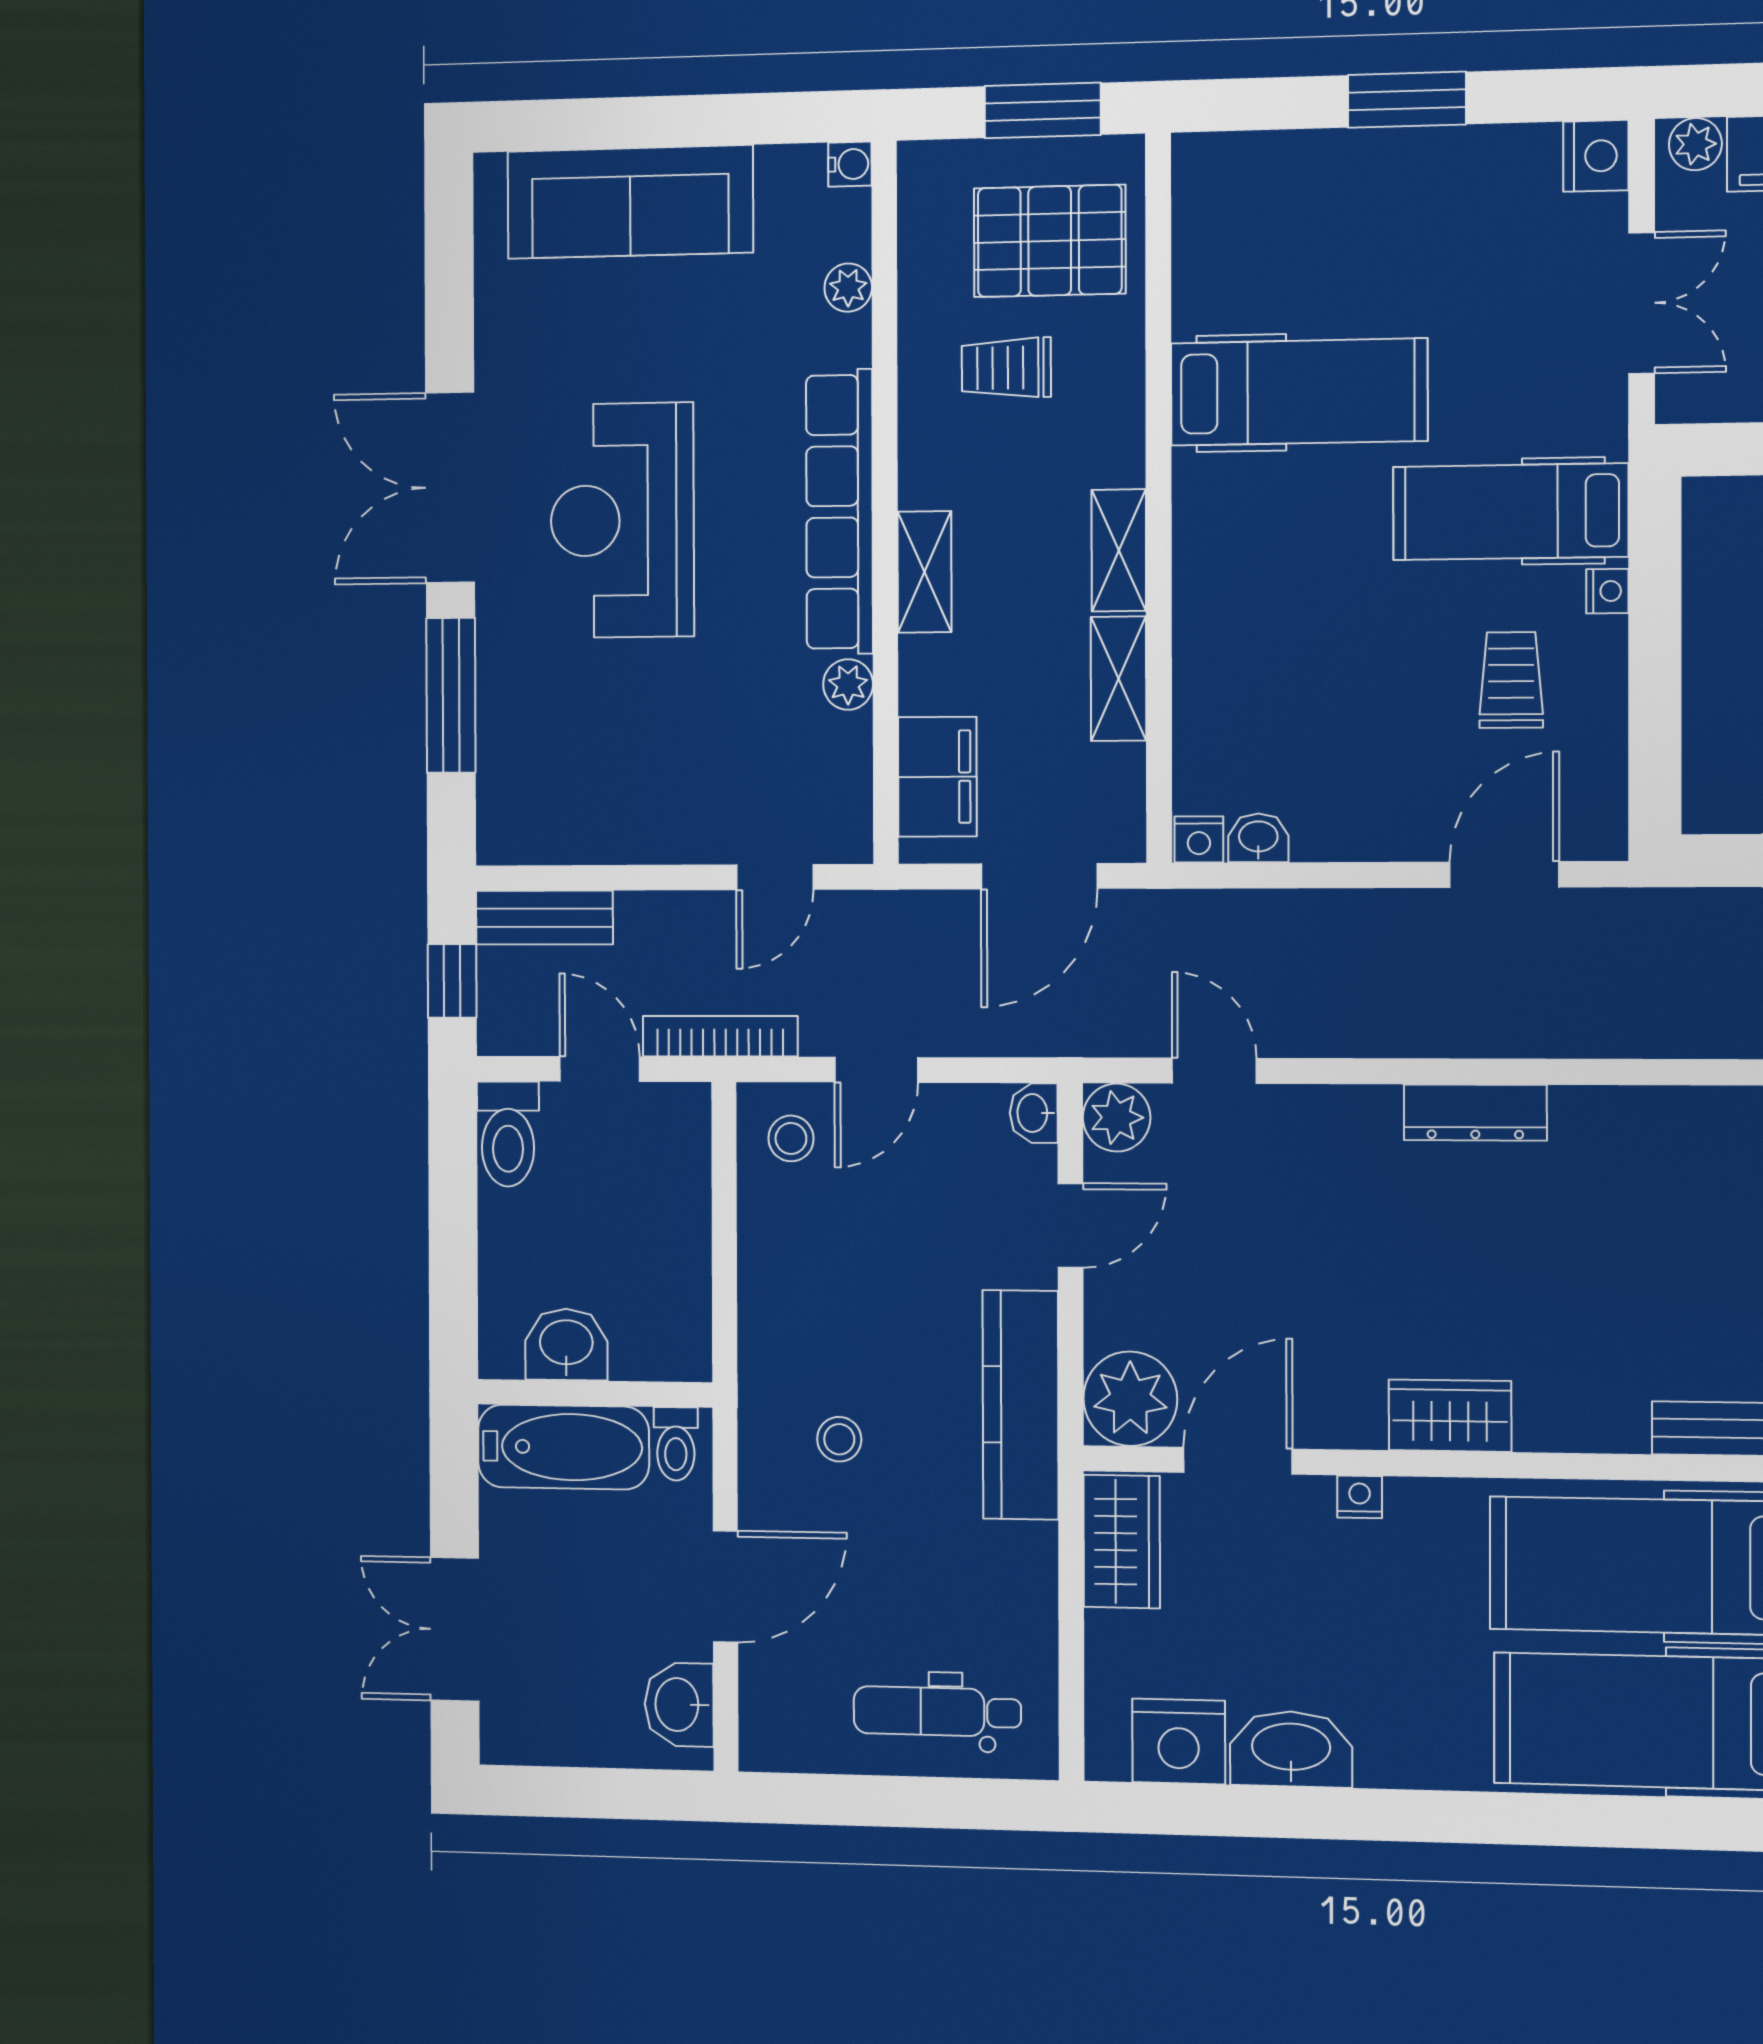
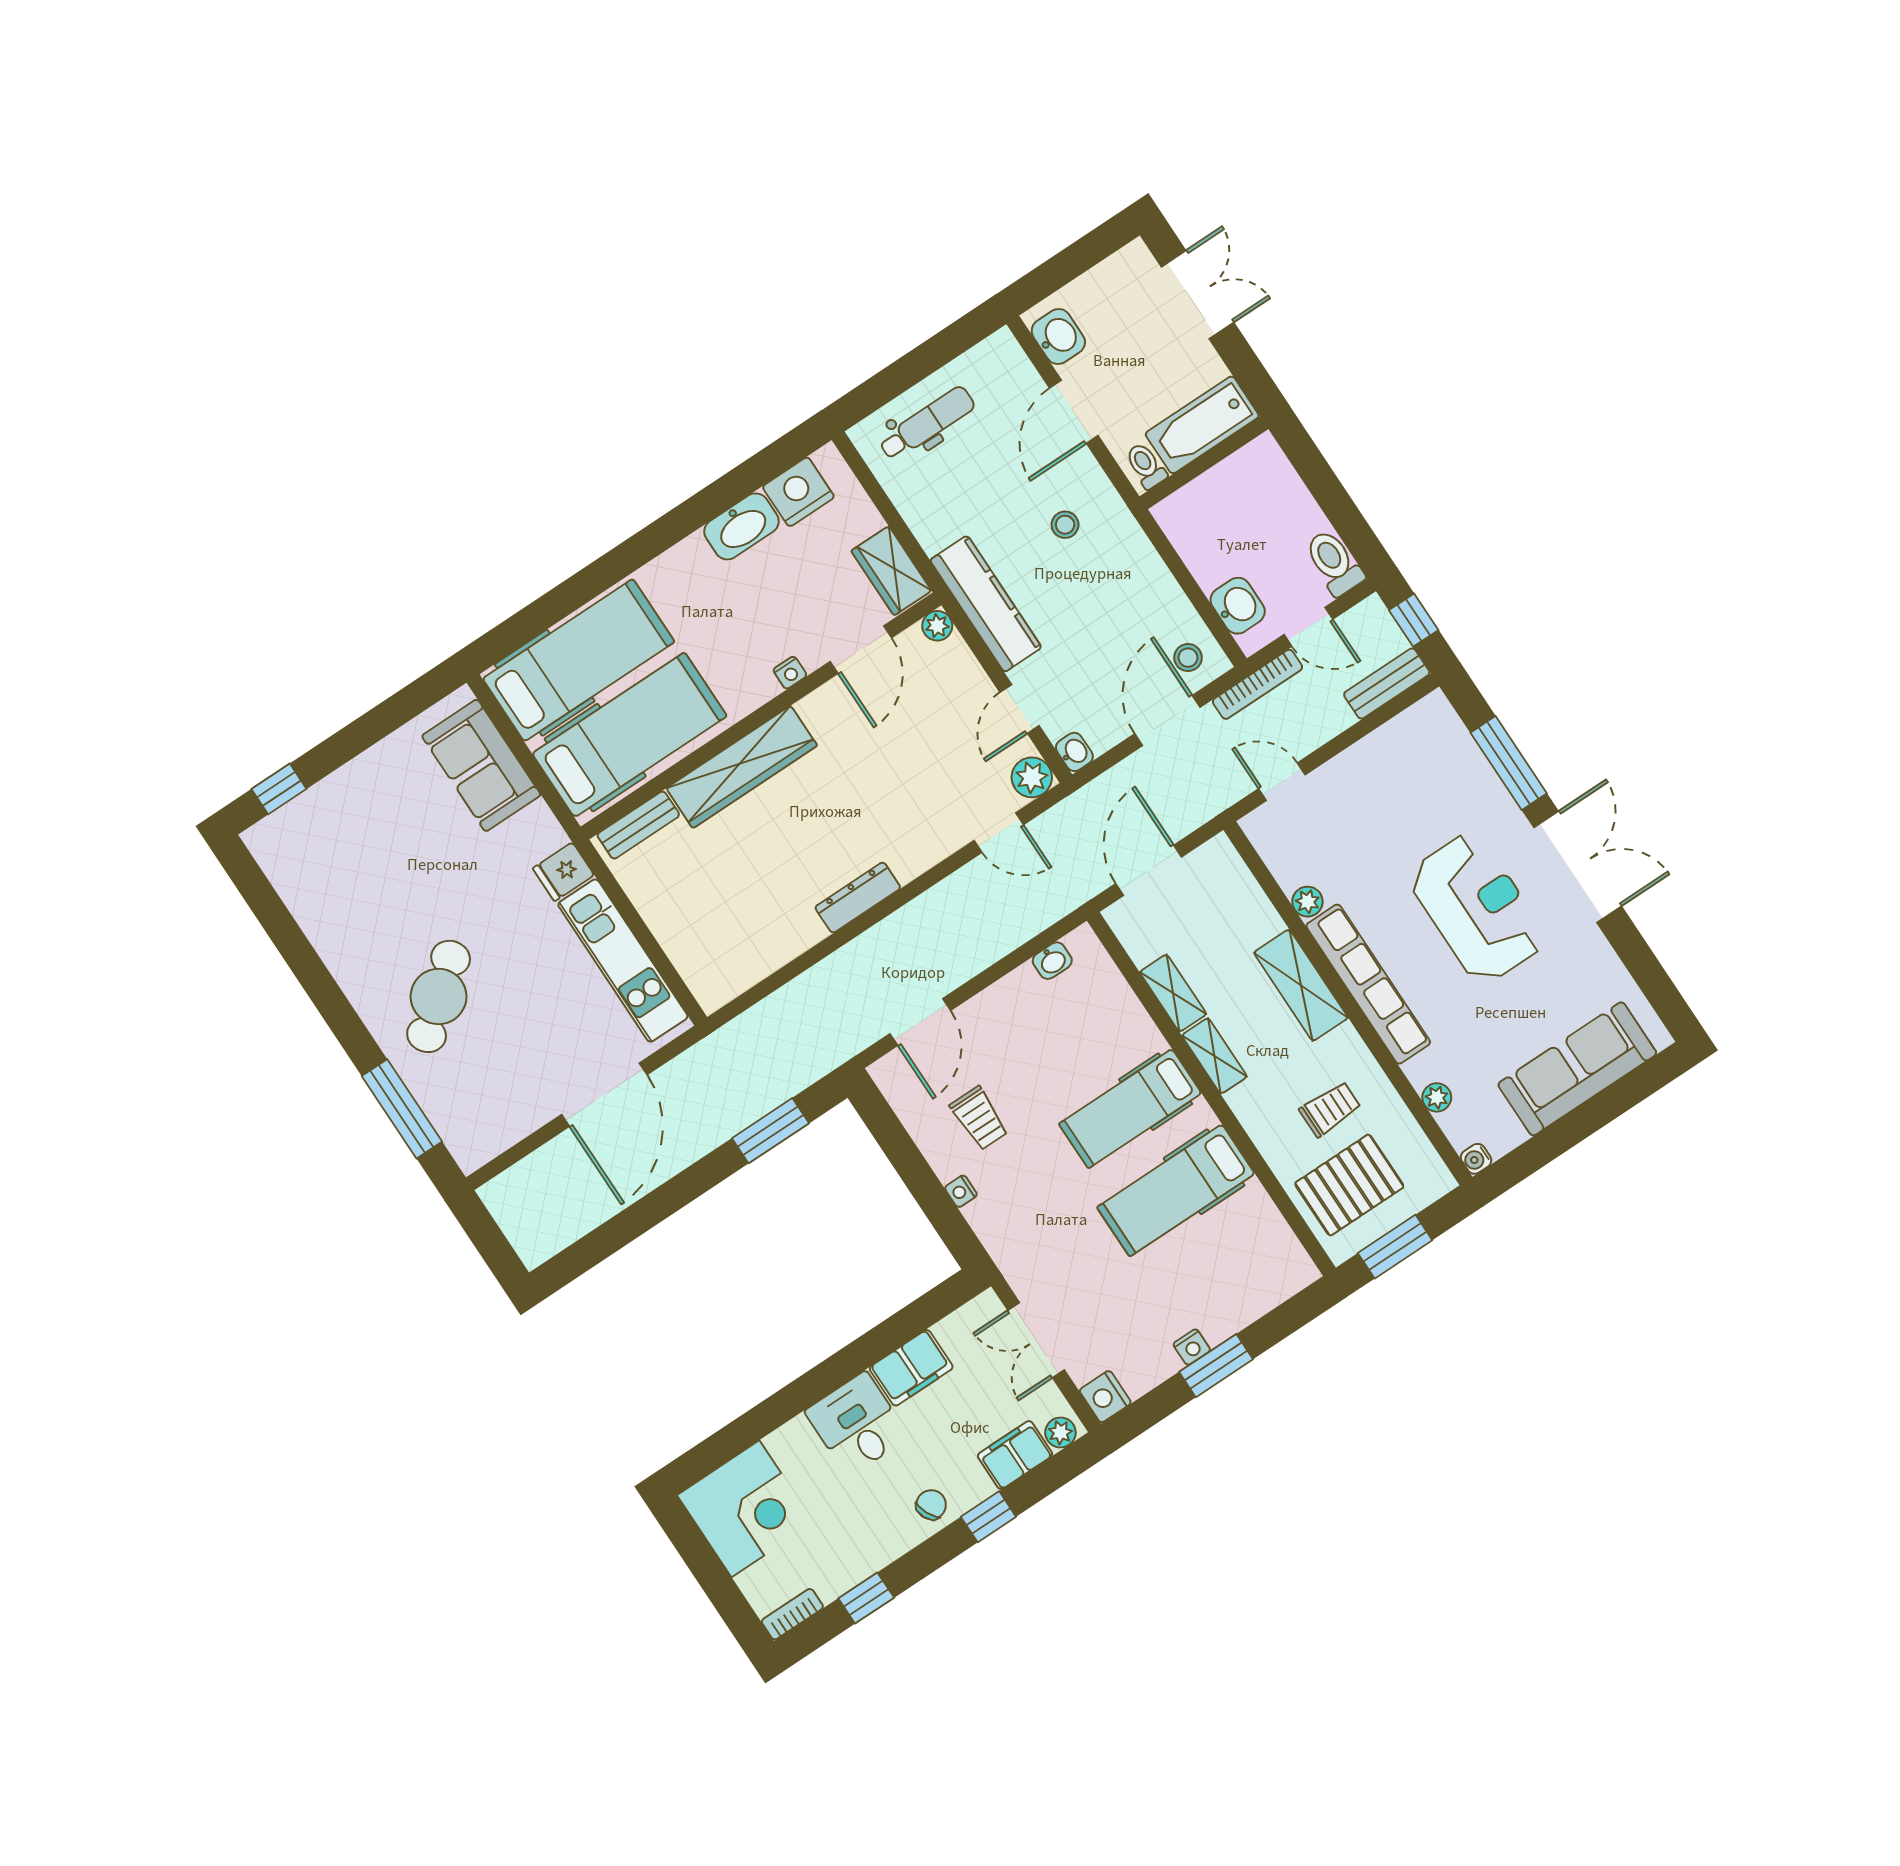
hospital bed: (1510, 512) -> (1130, 1109), moved, turned 180
shelving: (924, 572) -> (1301, 985), width x1.50, depth x1.33
filing cabinet: (937, 777) -> (1232, 886), removed
nightstand: (1199, 839) -> (1192, 1347), moved, turned 180
door: (775, 877) -> (1282, 782), hinge flipped
door: (876, 1070) -> (1167, 720), width x1.38
washbasin: (566, 1344) -> (1238, 606), moved, turned -90
plant: (1130, 1399) -> (937, 626), width x0.53, depth x0.53
wardrobe: (1450, 1416) -> (742, 767), width x2.10, depth x1.17

